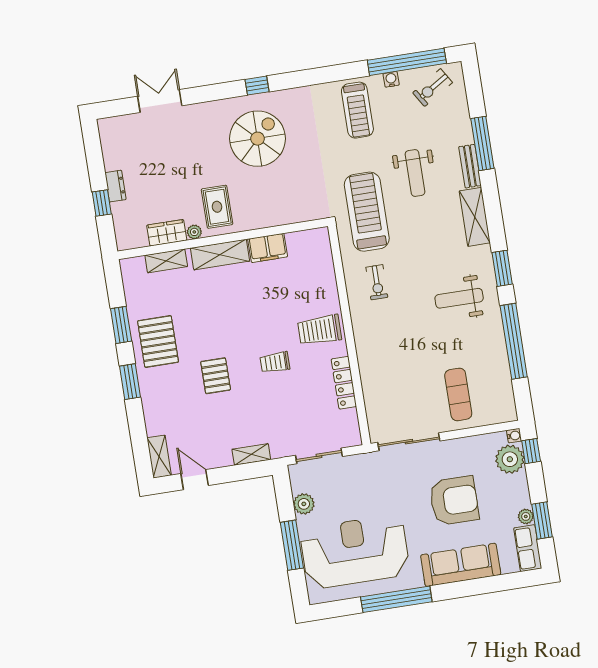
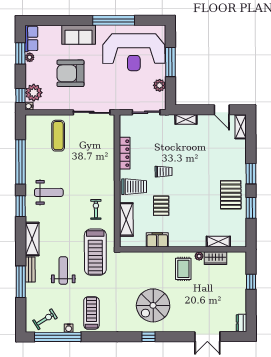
dresser: (115, 186) -> (241, 323), moved
shelving: (220, 255) -> (126, 219), moved, turned 90
pallet: (216, 376) -> (161, 206), moved
sofa: (461, 565) -> (79, 35), width x0.73

